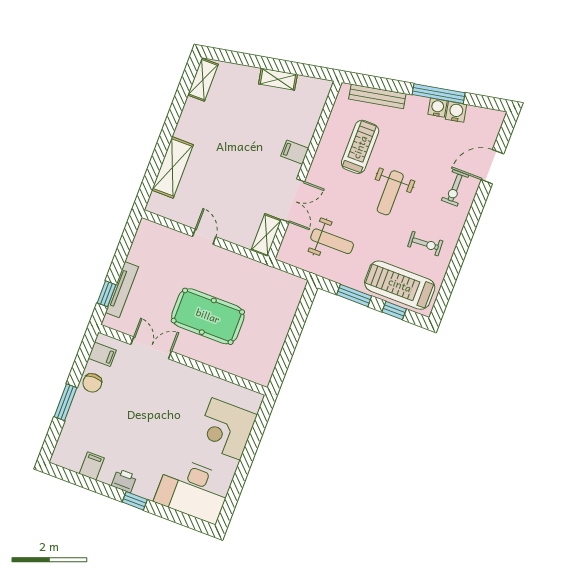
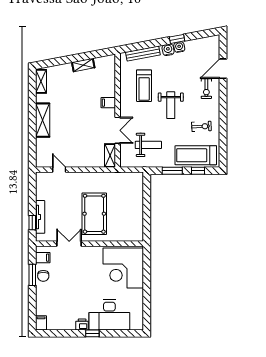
window: (439, 94) -> (177, 39), width x0.46
water cooler: (456, 112) -> (168, 50), moved
treadmill: (360, 147) -> (144, 86), turned 180
shelving: (173, 167) -> (43, 120), moved
door: (204, 237) -> (59, 170), moved
pool table: (208, 316) -> (94, 214), turned 90
window: (66, 402) -> (32, 275), moved
corner desk: (226, 429) -> (123, 268), width x1.36, depth x1.36
filing cabinet: (92, 466) -> (41, 323), moved
desk: (193, 490) -> (109, 315), moved

